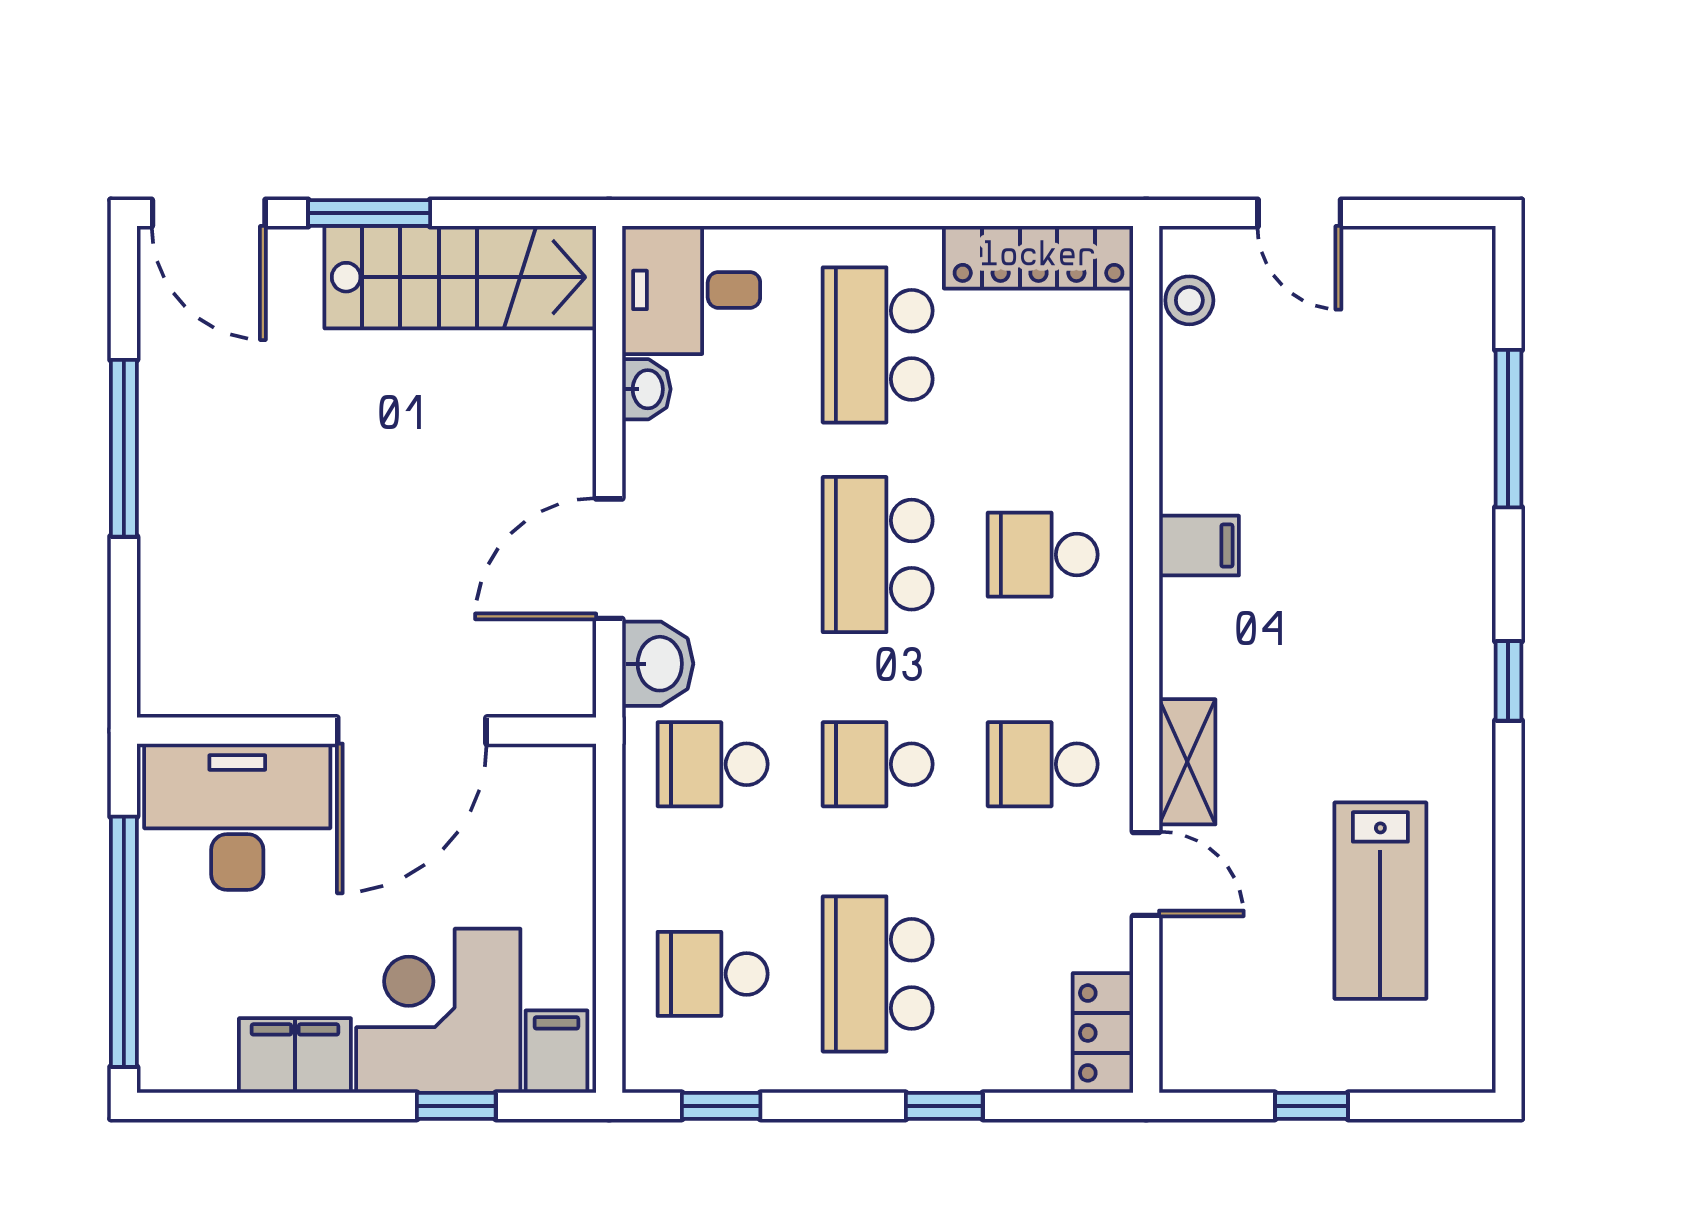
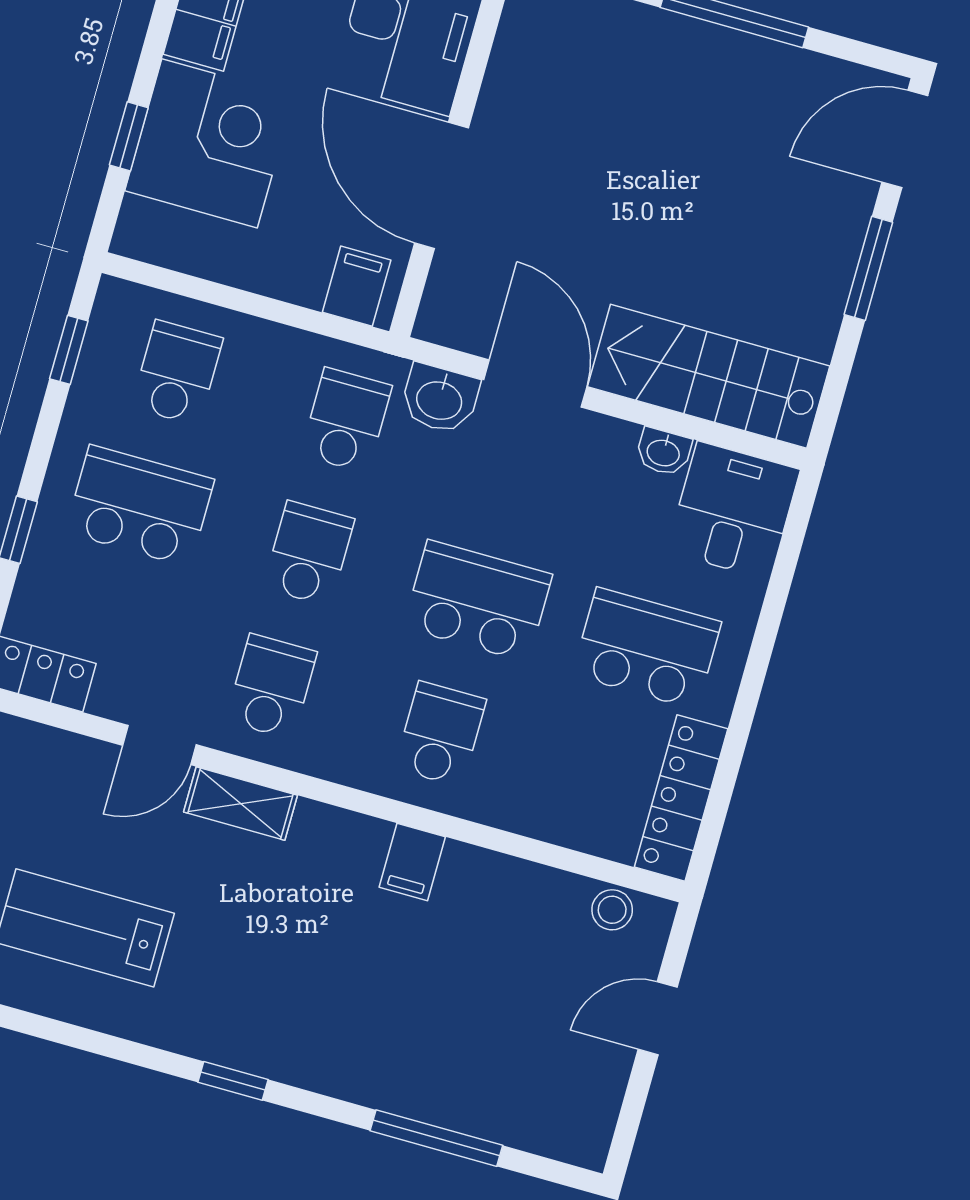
stairs: (460, 277) -> (709, 376), moved, turned 90
filing cabinet: (556, 1052) -> (357, 286), moved, turned -90

